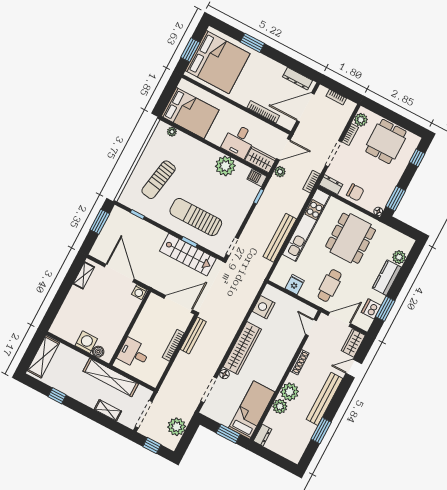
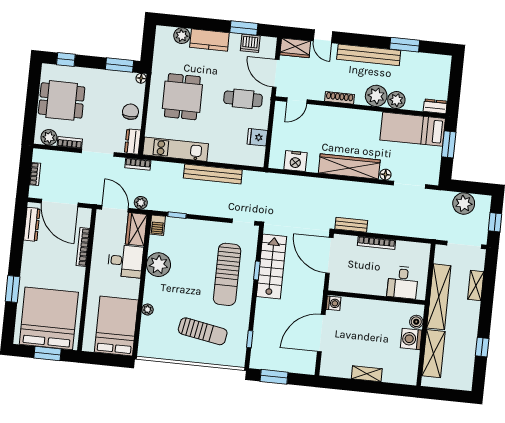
plant: (172, 132) -> (147, 310), moved
kitchen unit: (307, 225) -> (176, 149), width x0.73
dining table: (351, 238) -> (182, 97), width x0.73
shelving: (84, 275) -> (367, 374), moved
bench: (193, 335) -> (351, 225), width x0.73
shelving: (43, 357) -> (433, 354), moved, turned 90

